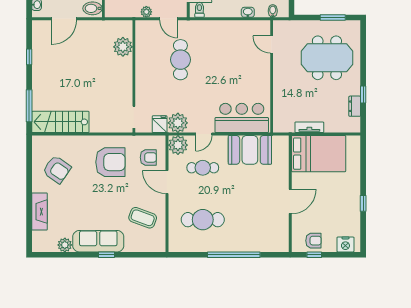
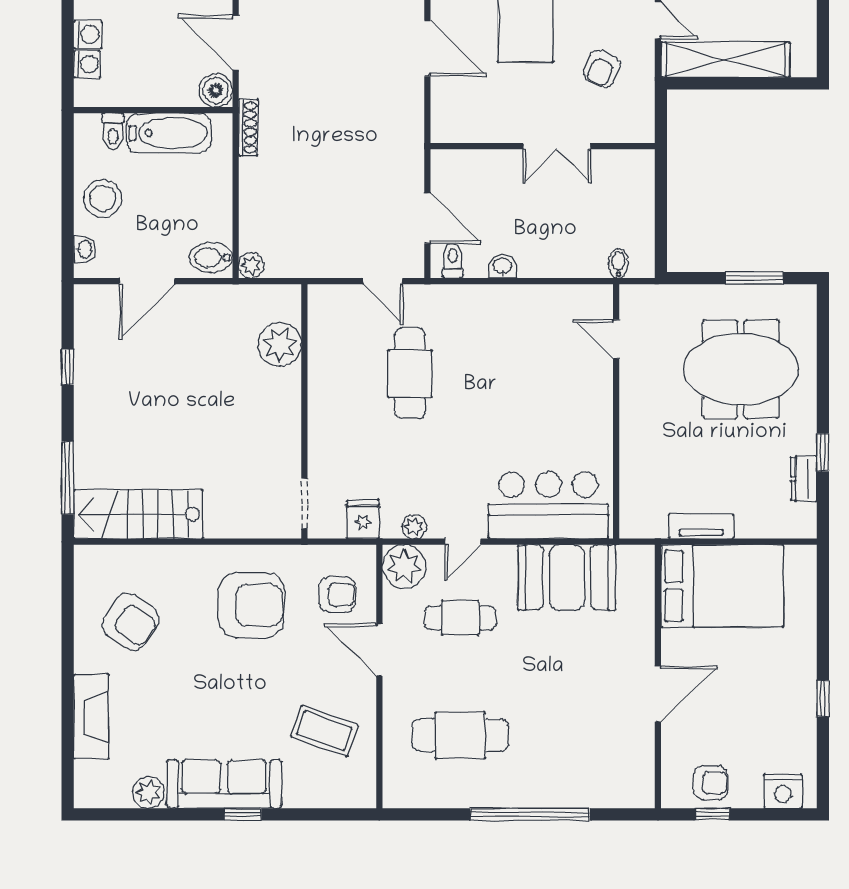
plant: (146, 12) -> (251, 265), moved
washbasin: (248, 12) -> (502, 266), moved
plant: (178, 123) -> (414, 527), width x0.53, depth x0.53

